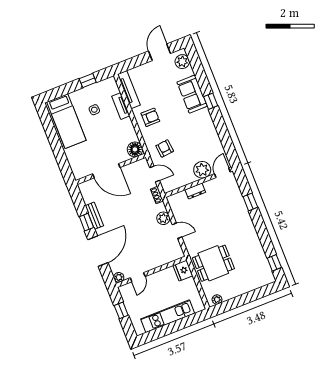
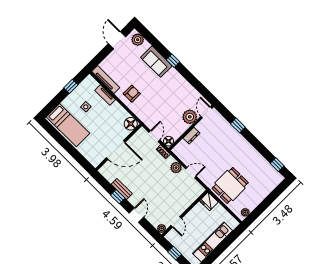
armchair: (165, 148) -> (153, 113), removed
door: (155, 174) -> (154, 136), hinge flipped
floor lamp: (168, 186) -> (169, 141), added
door: (98, 251) -> (136, 215), width x0.53

